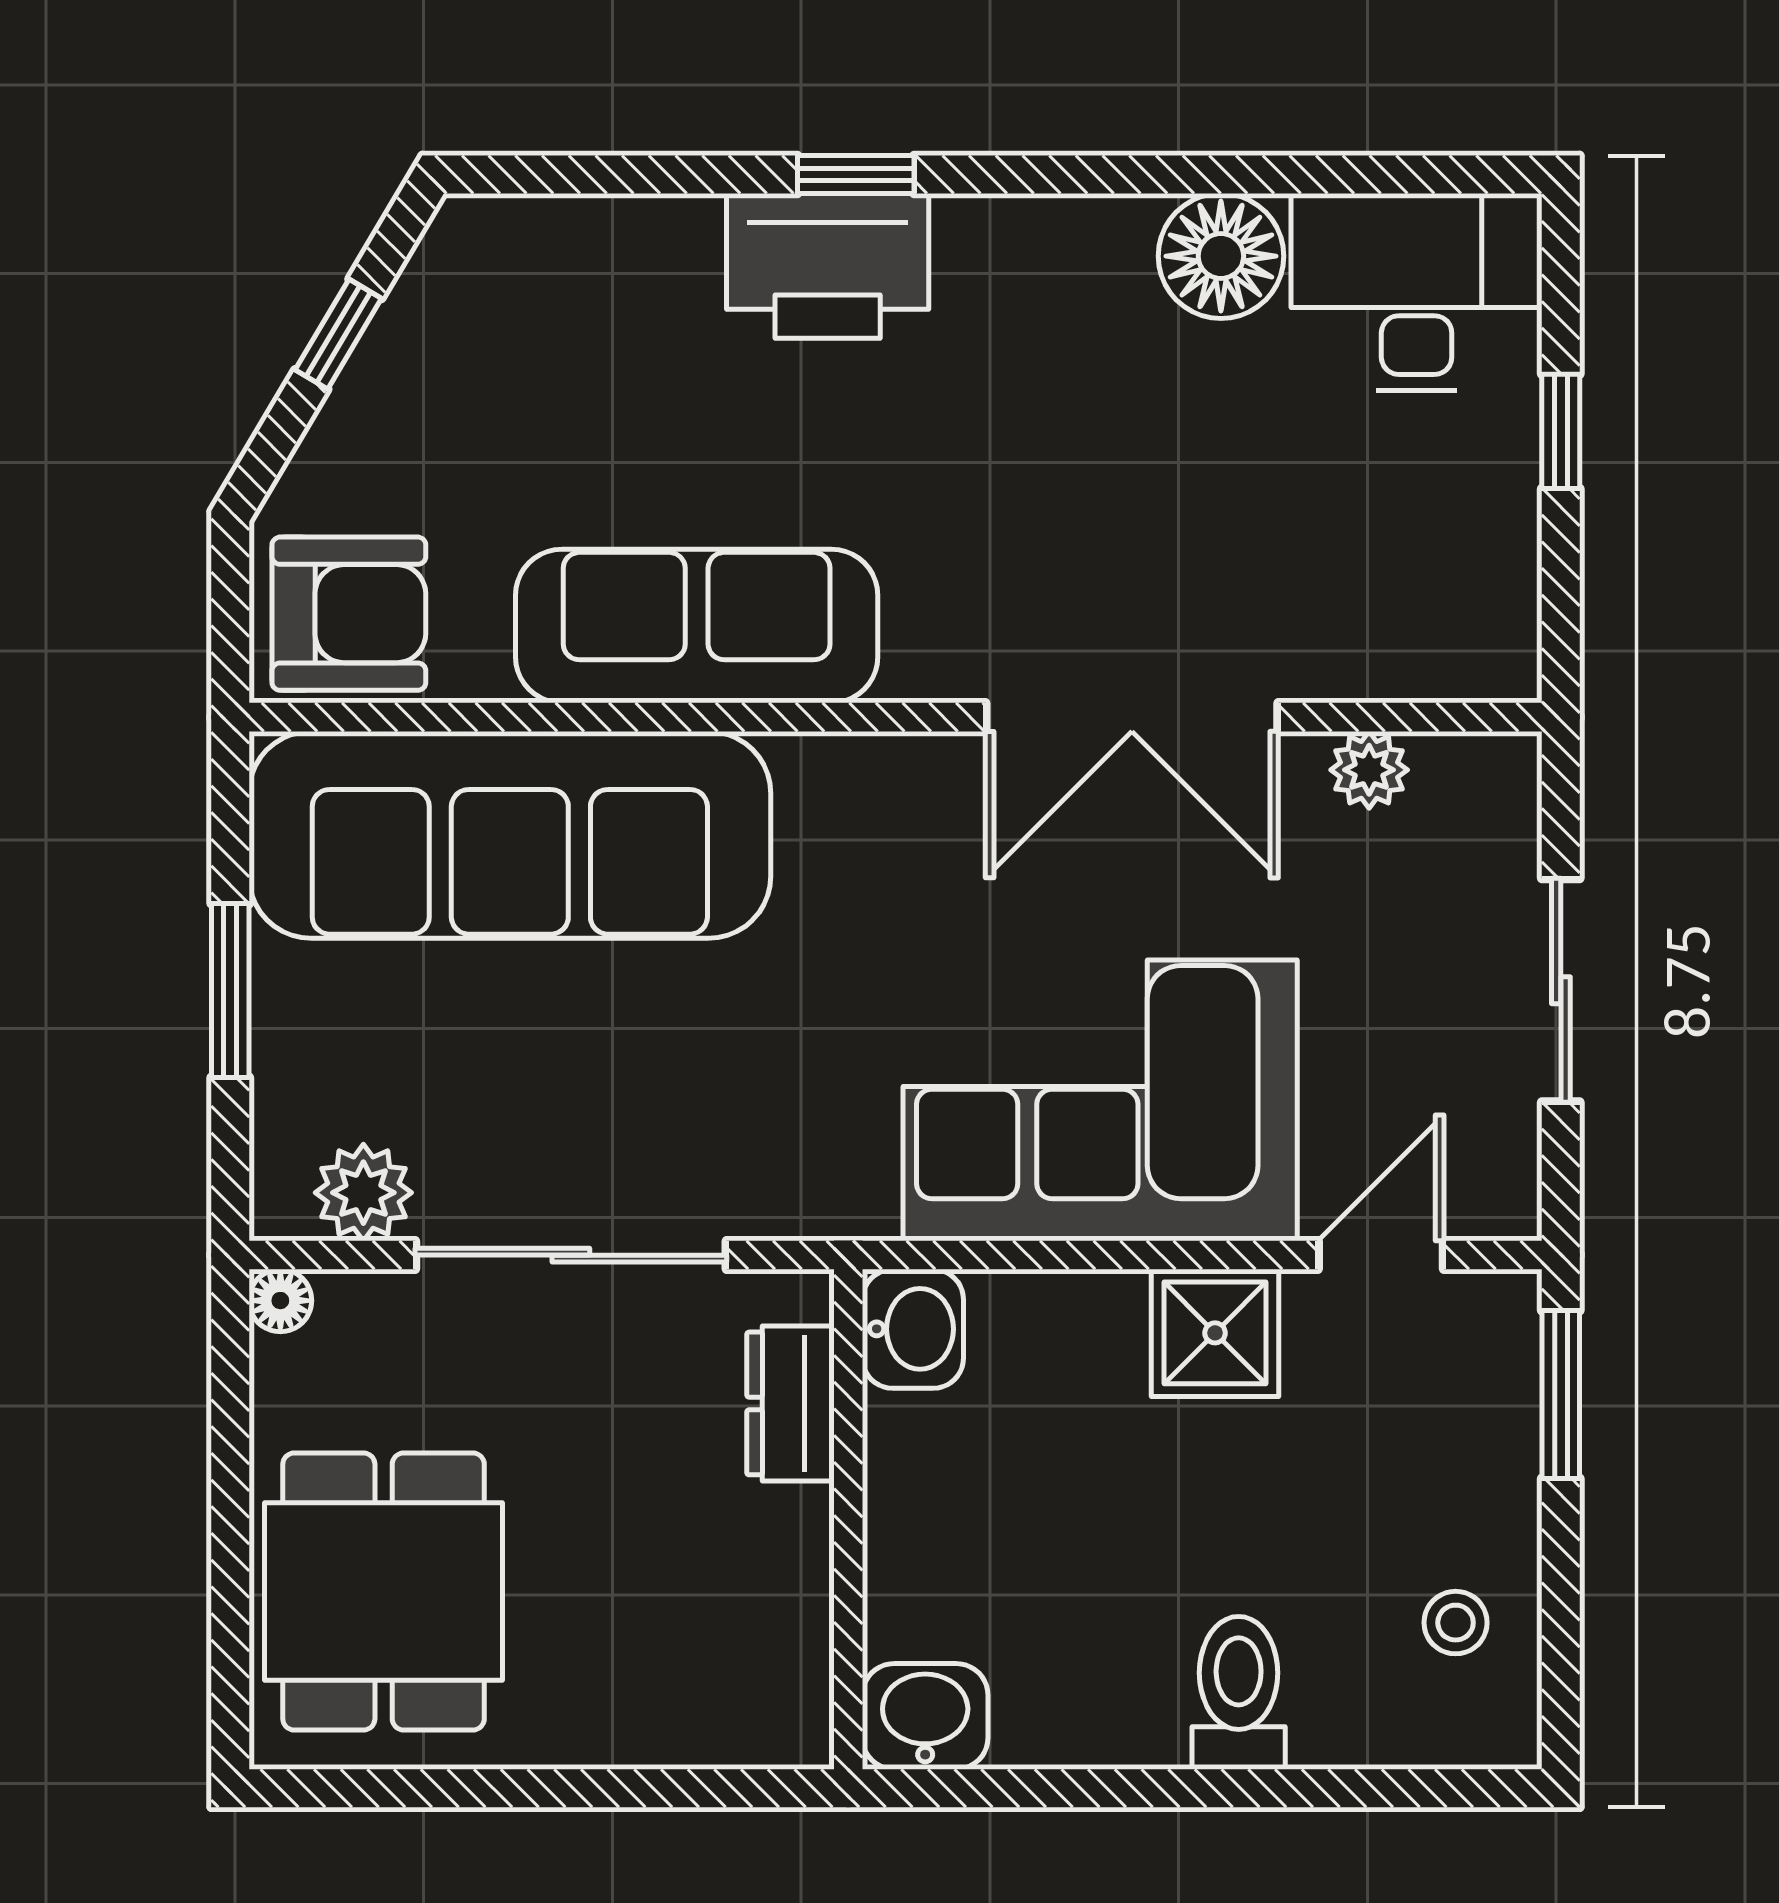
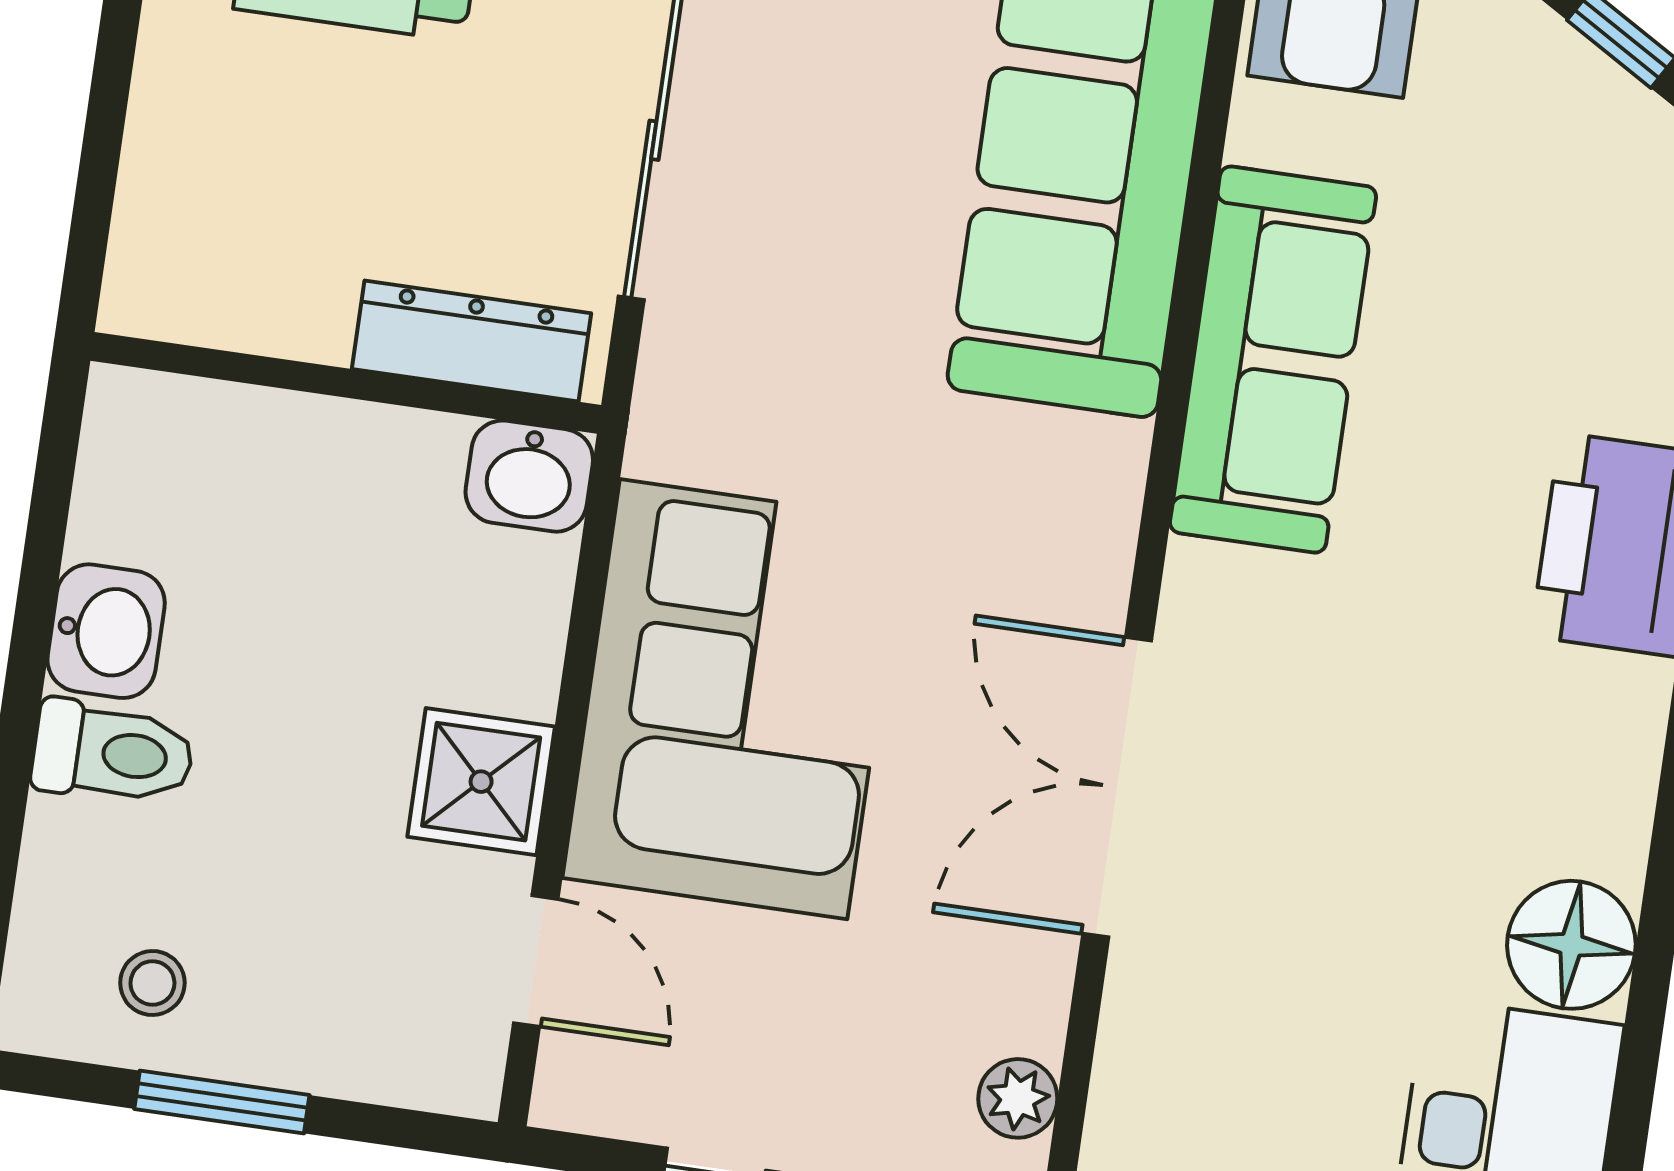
plant: (1369, 770) -> (1018, 1098), moved
window: (1561, 1395) -> (222, 1102), moved
dresser: (790, 1403) -> (472, 341), width x1.44
washbasin: (925, 1716) -> (106, 631), moved

